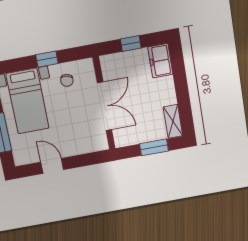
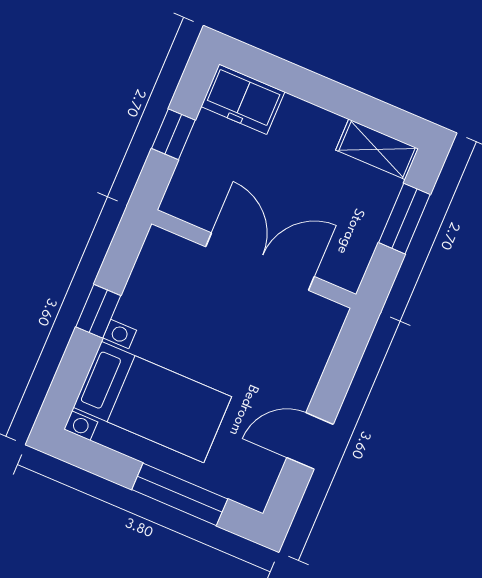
chair: (67, 80) -> (163, 301), removed

